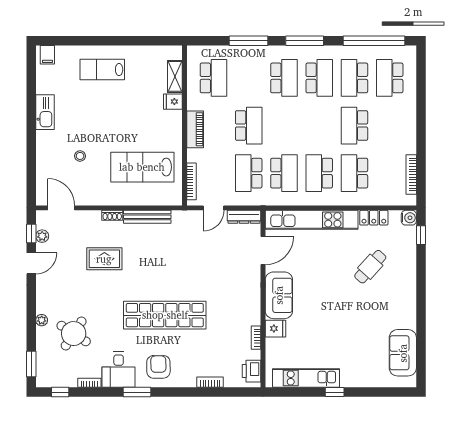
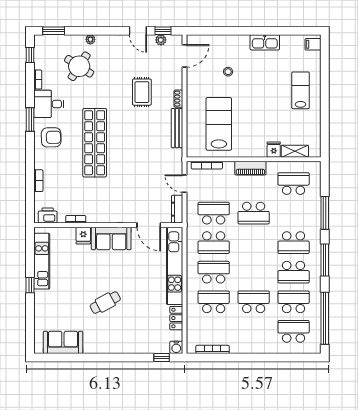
school desk: (213, 78) -> (294, 184), turned 180
cafe table: (370, 267) -> (105, 303), moved, turned -70

